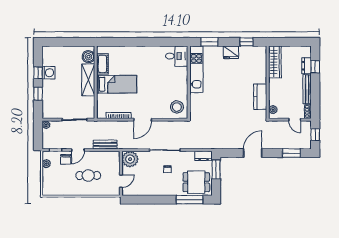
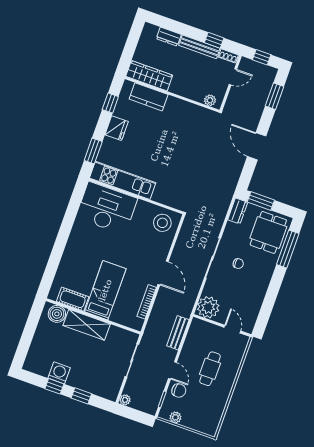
desk: (177, 56) -> (107, 208), width x1.87, depth x1.30
window: (315, 67) -> (214, 40), moved
kitchen counter: (260, 97) -> (149, 97), moved

